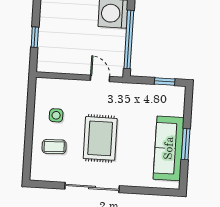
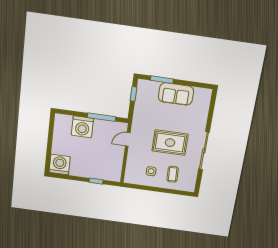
window: (129, 39) -> (101, 117), width x0.68
window: (186, 144) -> (162, 80), moved
sofa: (169, 148) -> (176, 94), width x0.73

